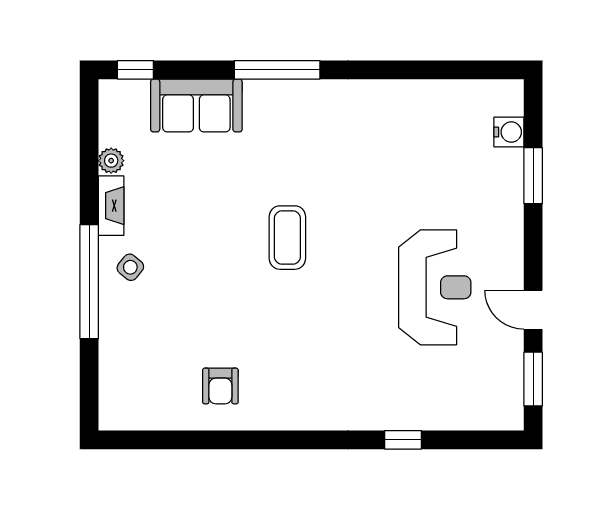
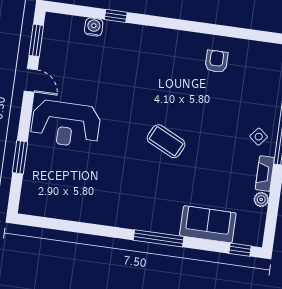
water cooler: (509, 132) -> (94, 27), moved, turned 90
coffee table: (287, 238) -> (166, 141), turned -64
reception desk: (435, 287) -> (66, 124), moved, turned -90

